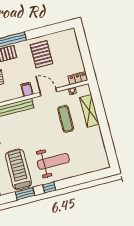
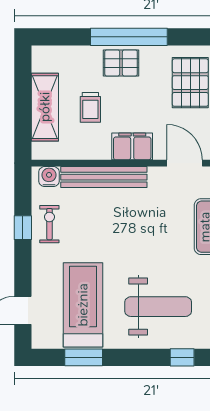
filing cabinet: (27, 89) -> (132, 146), width x2.00
window: (49, 187) -> (182, 357), moved

